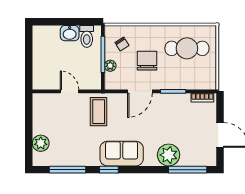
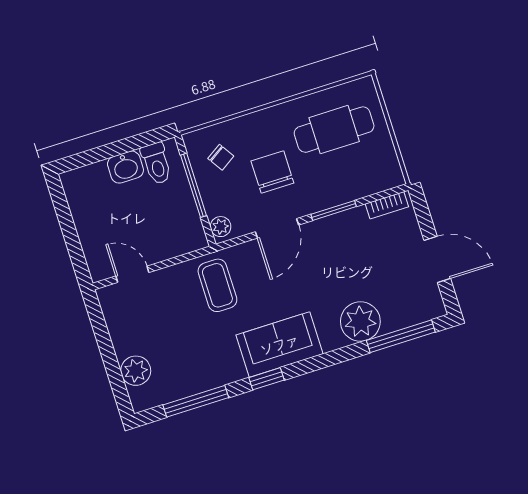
plant: (110, 66) -> (221, 227), moved
door: (70, 91) -> (132, 274), moved

